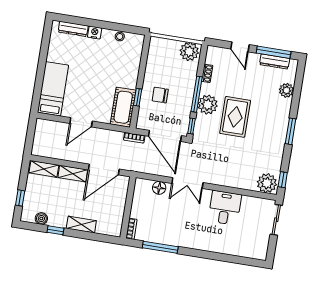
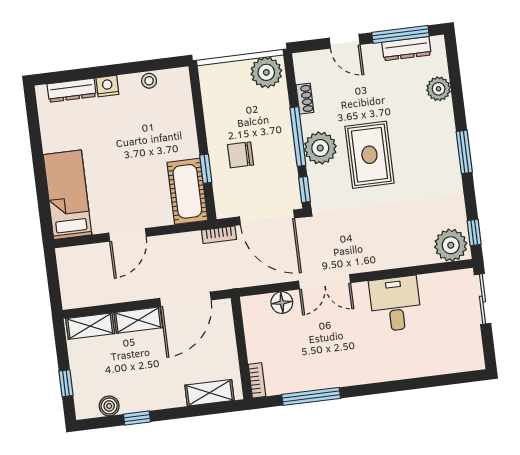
shelving: (81, 225) -> (210, 393), moved

